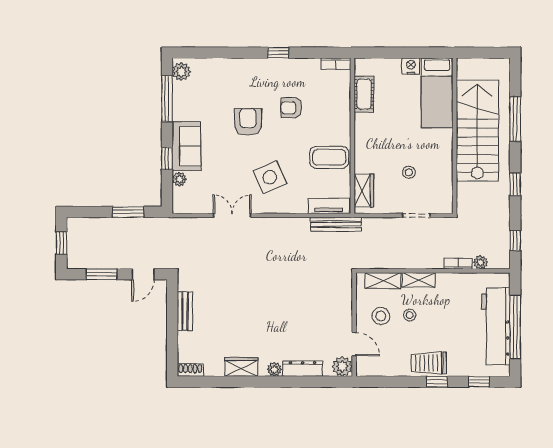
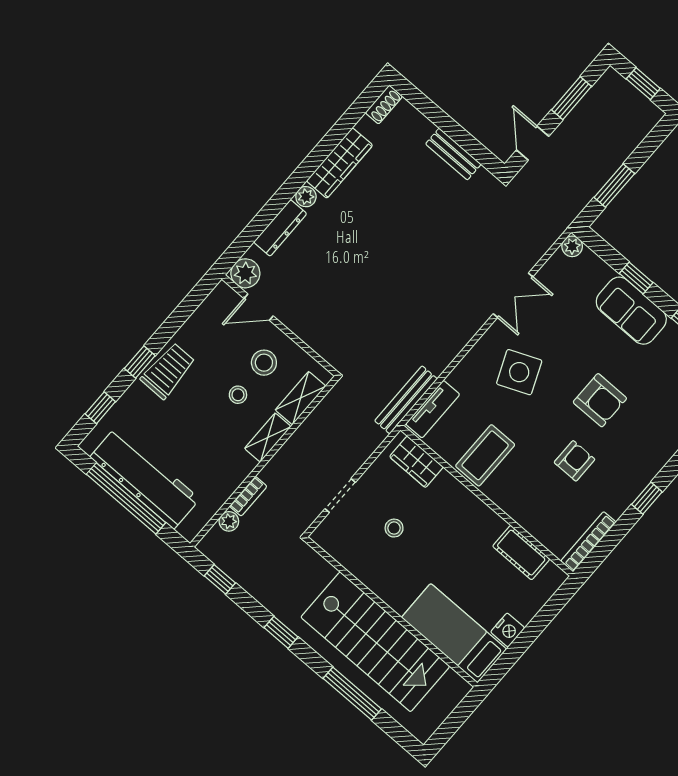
bookcase: (336, 64) -> (588, 542), width x1.56
plant: (179, 179) -> (572, 246), moved
wardrobe: (241, 367) -> (340, 163), width x1.50

